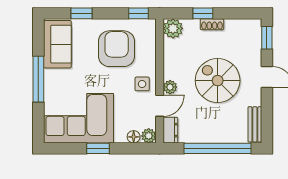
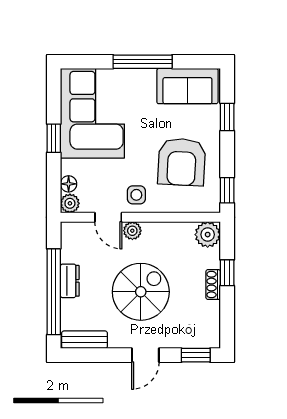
armchair: (117, 49) -> (182, 162), turned 93
dresser: (170, 130) -> (70, 281), moved, turned -90

